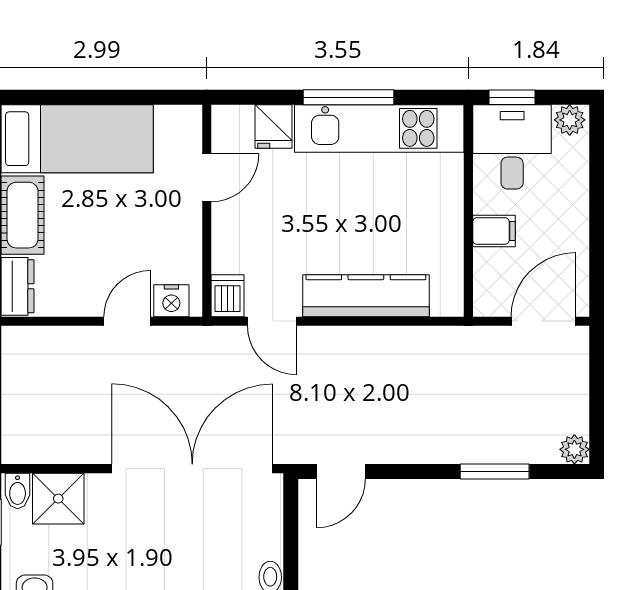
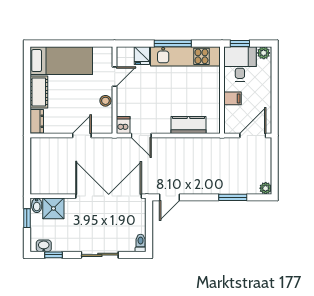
stool: (185, 237) -> (105, 101), added
kitchen counter: (366, 296) -> (189, 125), width x0.67
nightstand: (171, 301) -> (100, 127), removed

